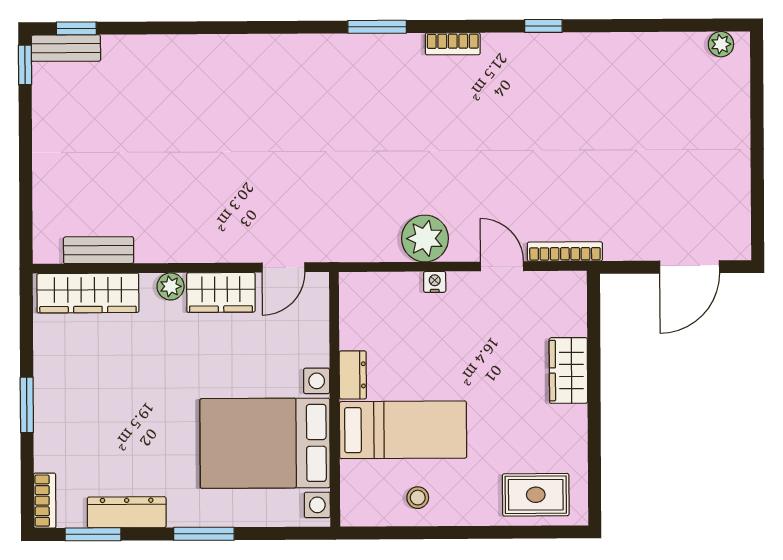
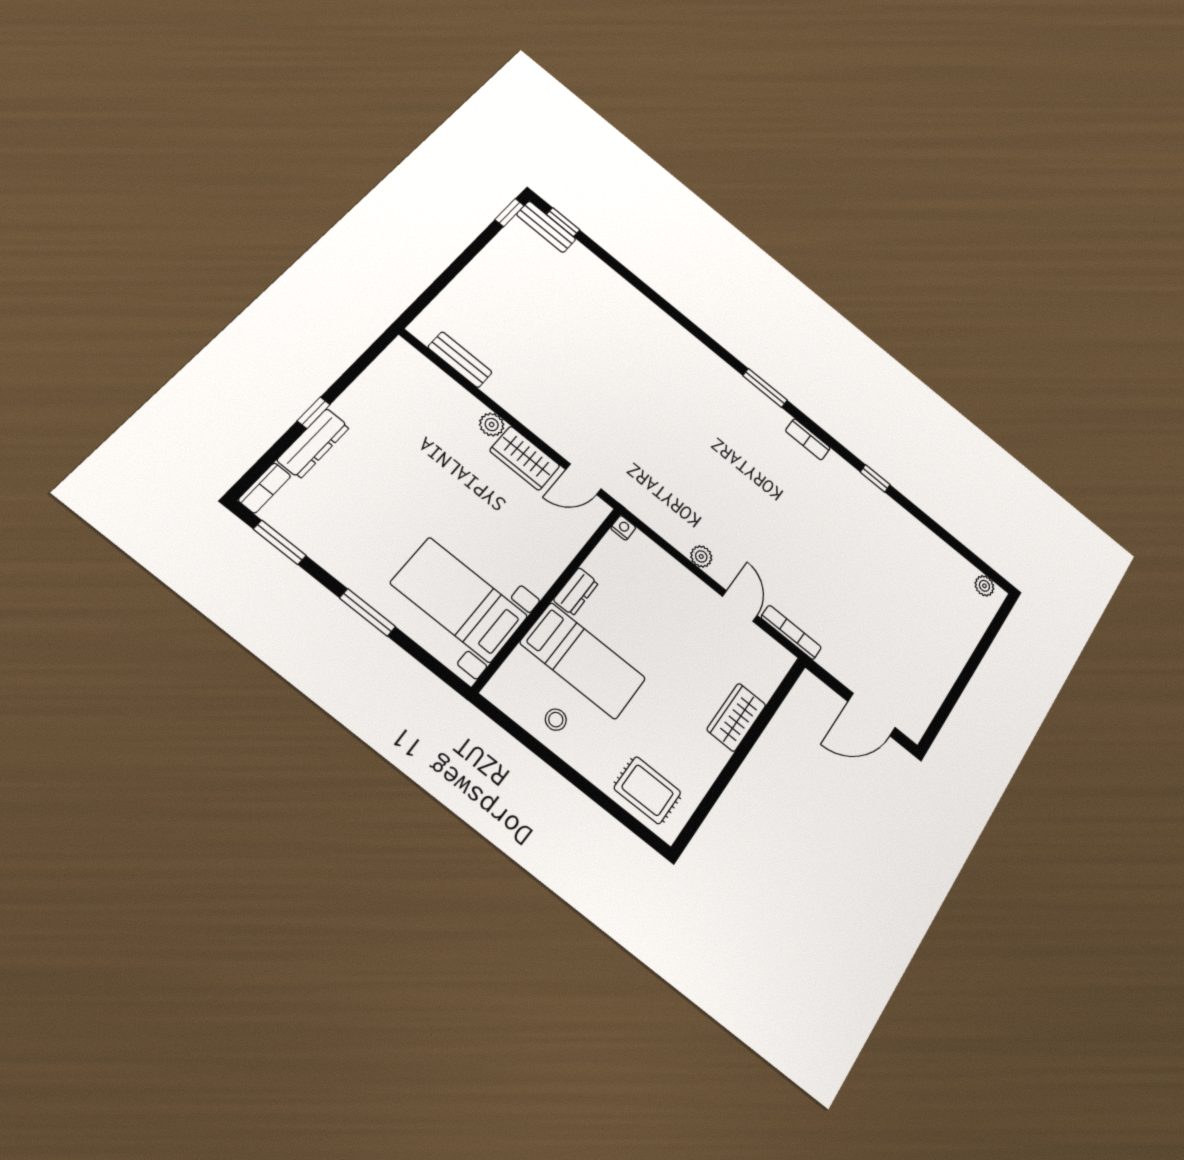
plant: (425, 238) -> (701, 556), width x0.53, depth x0.53
nightstand: (435, 282) -> (623, 528), moved
wardrobe: (88, 293) -> (428, 379), removed
window: (27, 405) -> (314, 413), width x0.67
bed with nightstands: (265, 443) -> (459, 600), width x0.73
dresser: (127, 512) -> (314, 444), moved, turned 90

